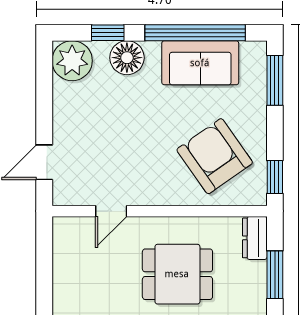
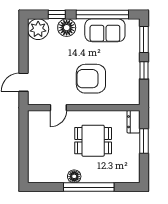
armchair: (215, 156) -> (91, 79), moved, turned -55
window: (275, 177) -> (144, 70), moved

